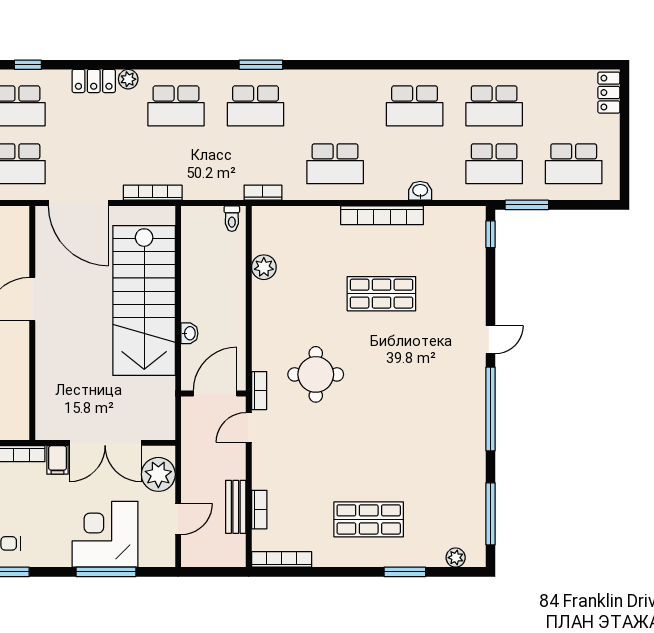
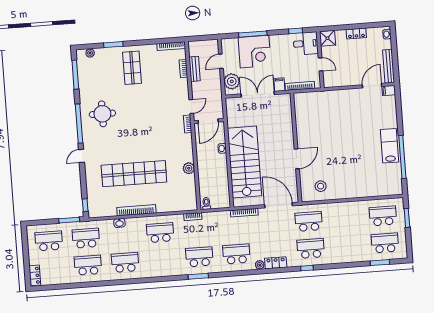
plant: (264, 267) -> (189, 168), moved
shop shelf: (381, 294) -> (134, 174), width x2.00, depth x1.36
round table: (316, 374) -> (102, 114), moved
shop shelf: (369, 519) -> (132, 68), turned 90

